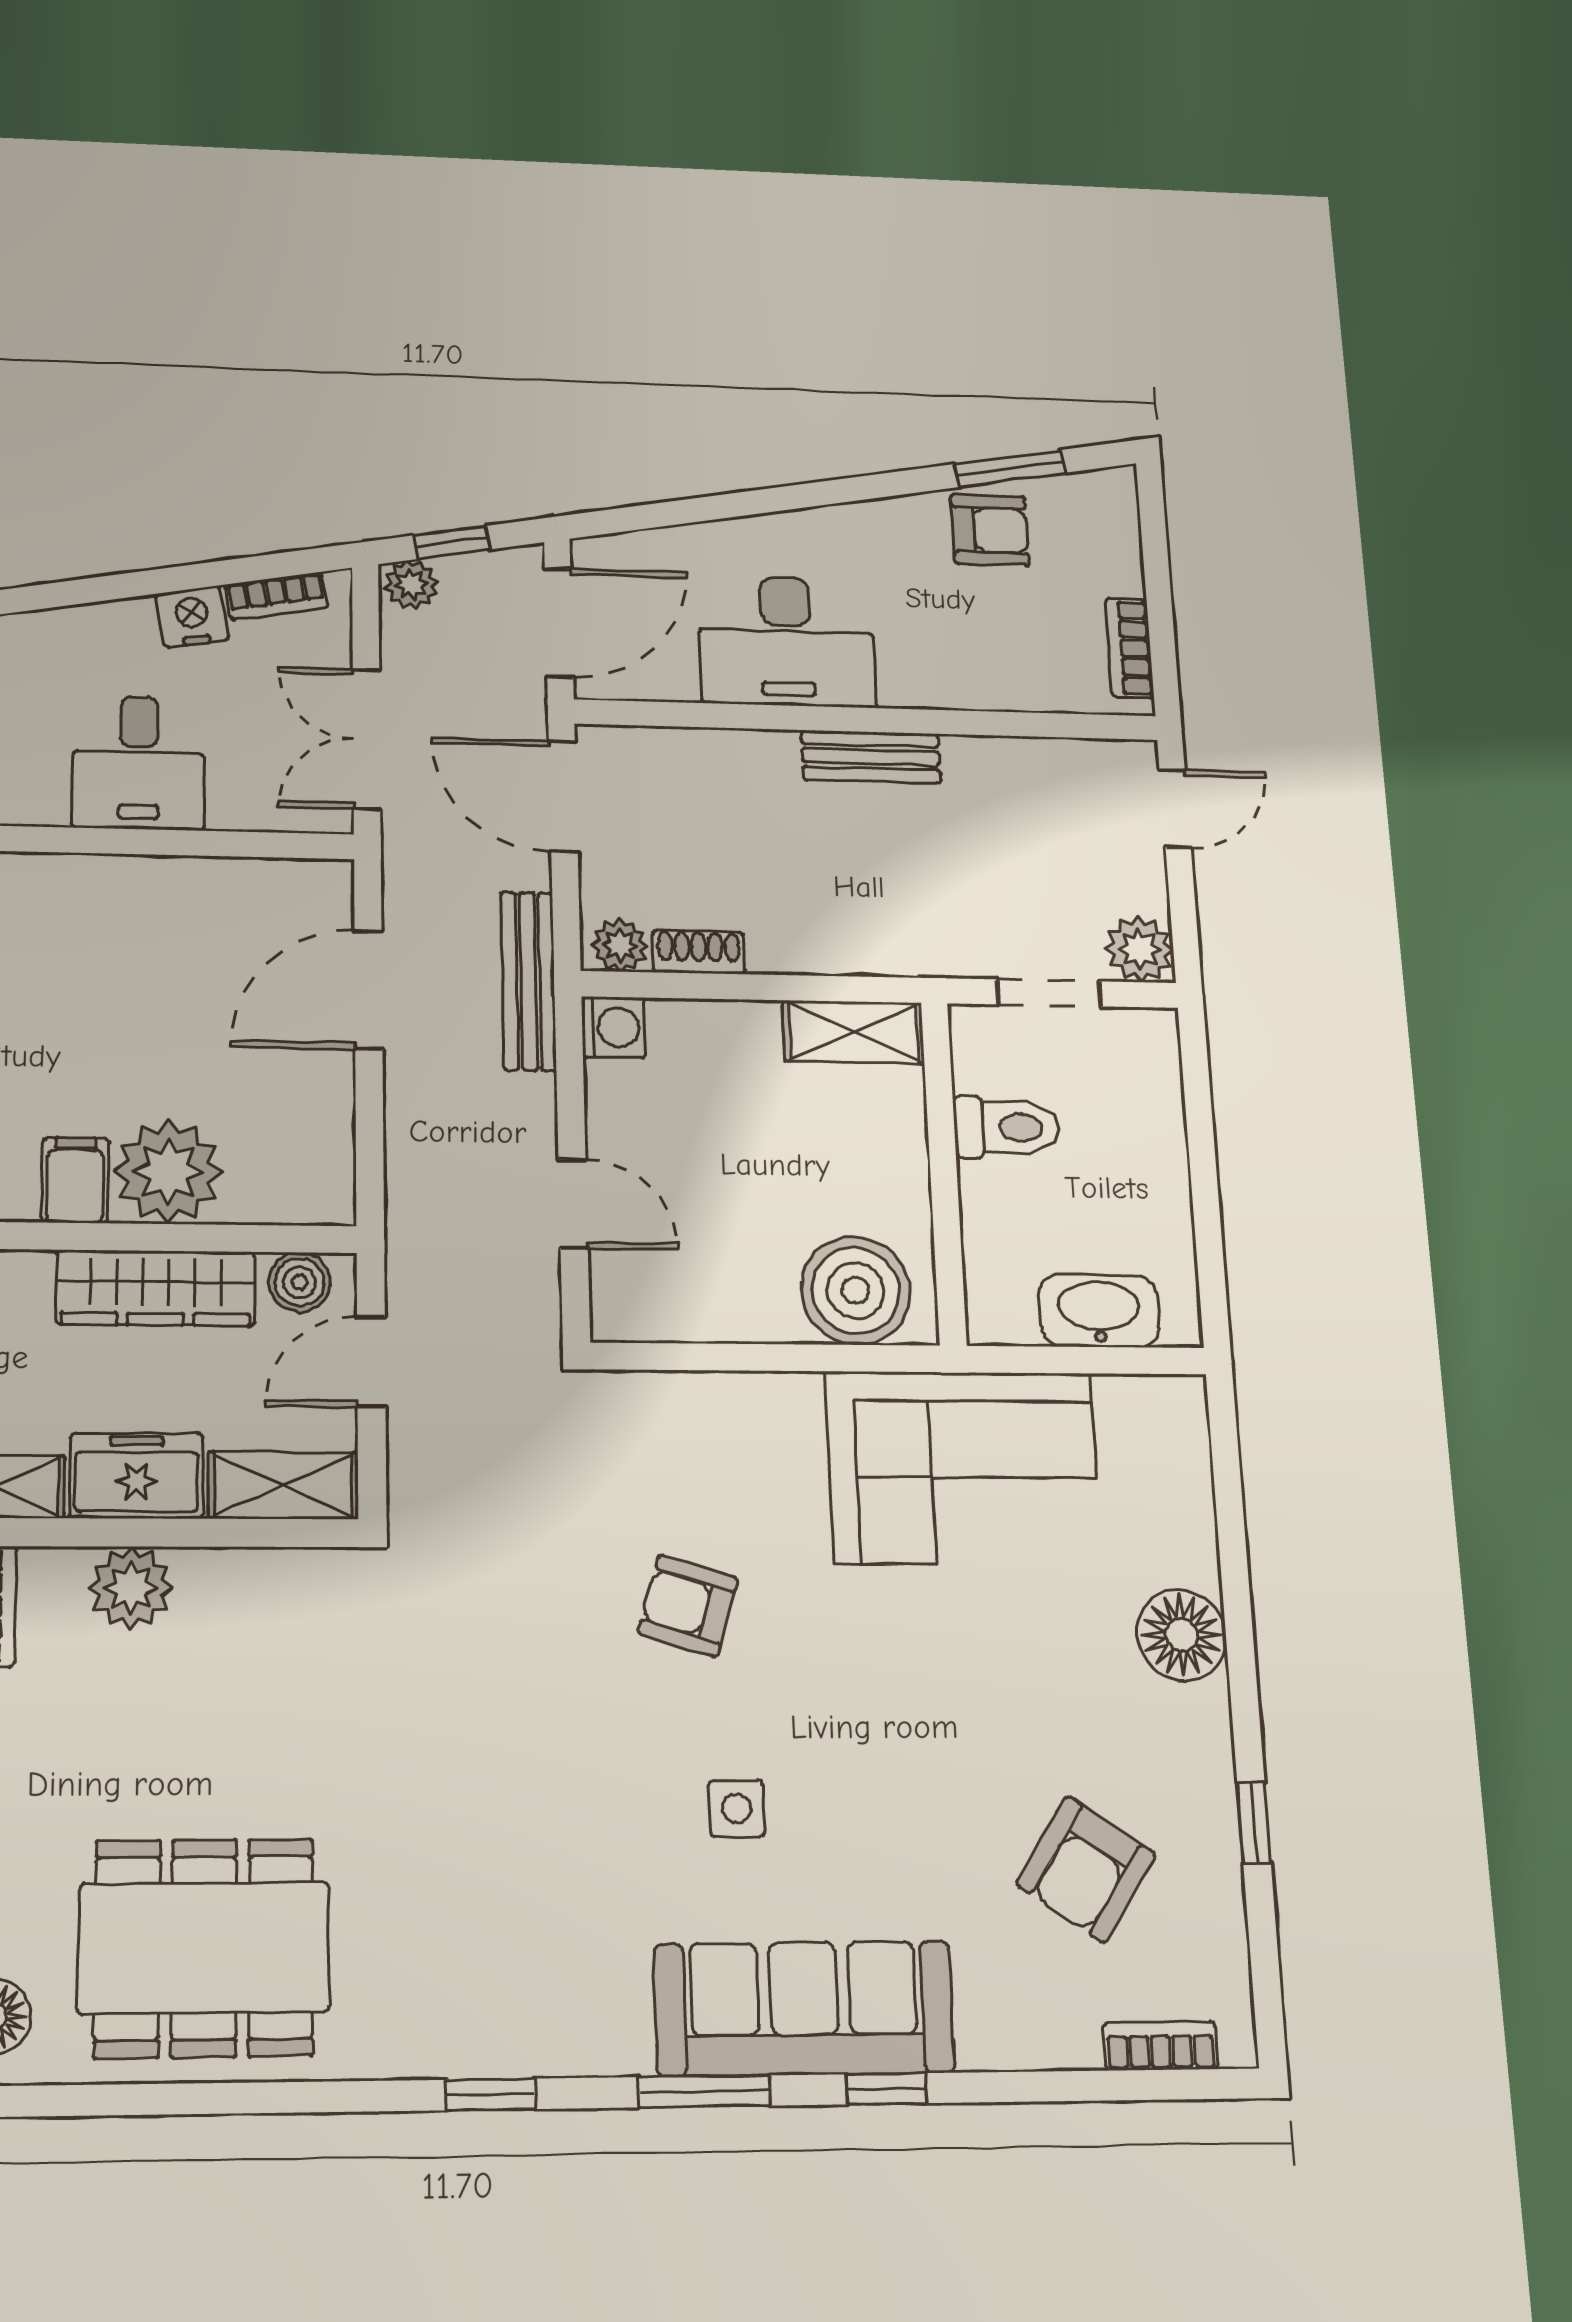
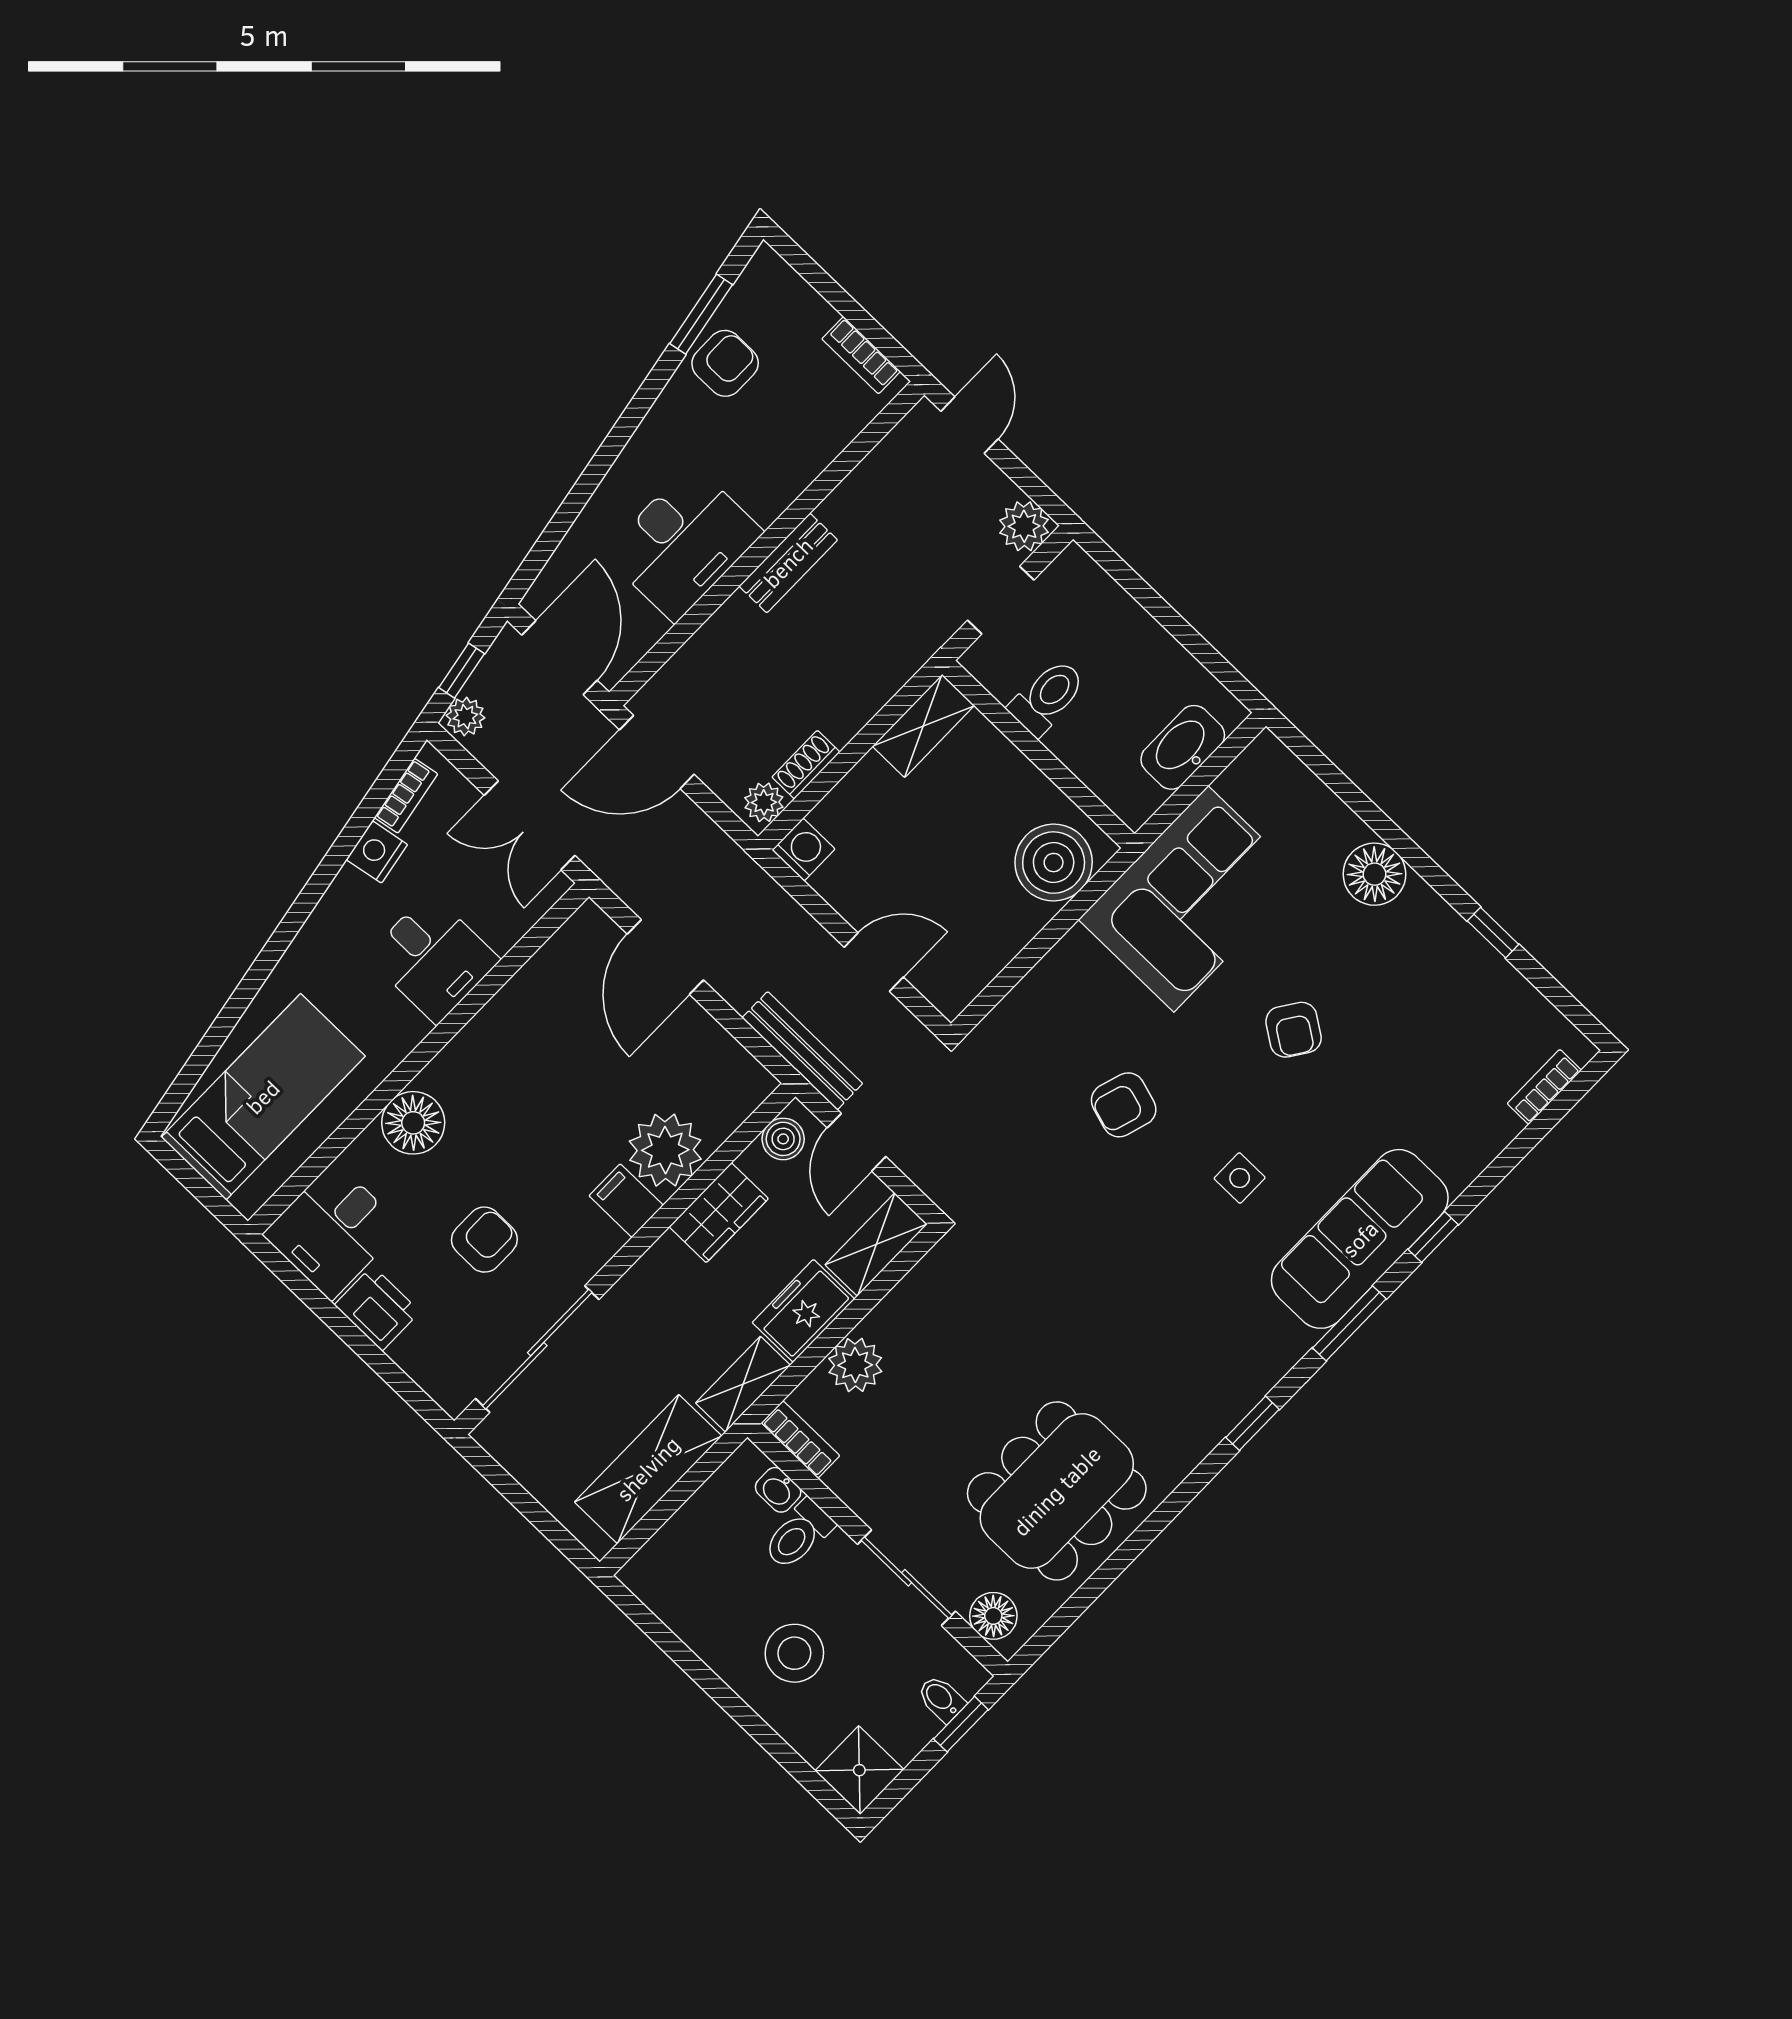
bench: (528, 981) -> (802, 1051), moved
wardrobe: (156, 1288) -> (719, 1213), width x0.67
armchair: (1086, 1869) -> (1294, 1030), moved, width x0.72, depth x0.72

